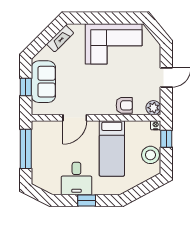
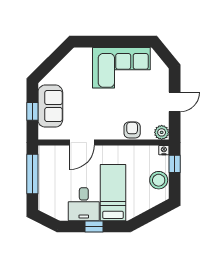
fireplace: (60, 39) -> (67, 62), removed
armchair: (124, 105) -> (132, 130), turned -90
bed: (112, 148) -> (113, 193), moved, turned 180

